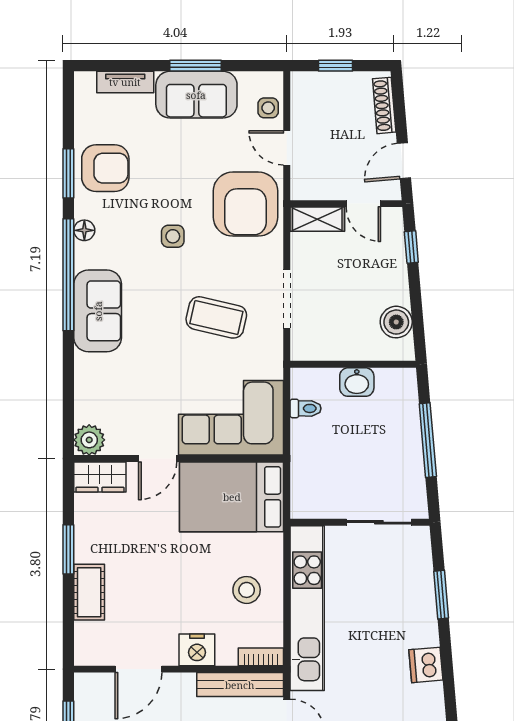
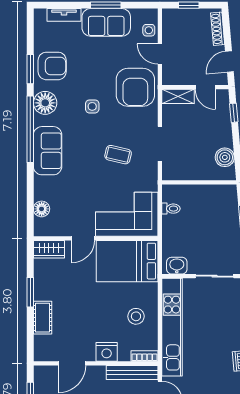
floor lamp: (84, 230) -> (45, 103), width x1.89, depth x1.89
coffee table: (216, 317) -> (118, 155), width x0.73, depth x0.77
washbasin: (357, 382) -> (177, 266), moved, turned 180
floor lamp: (87, 409) -> (42, 209), added
plant: (89, 440) -> (43, 227), removed

